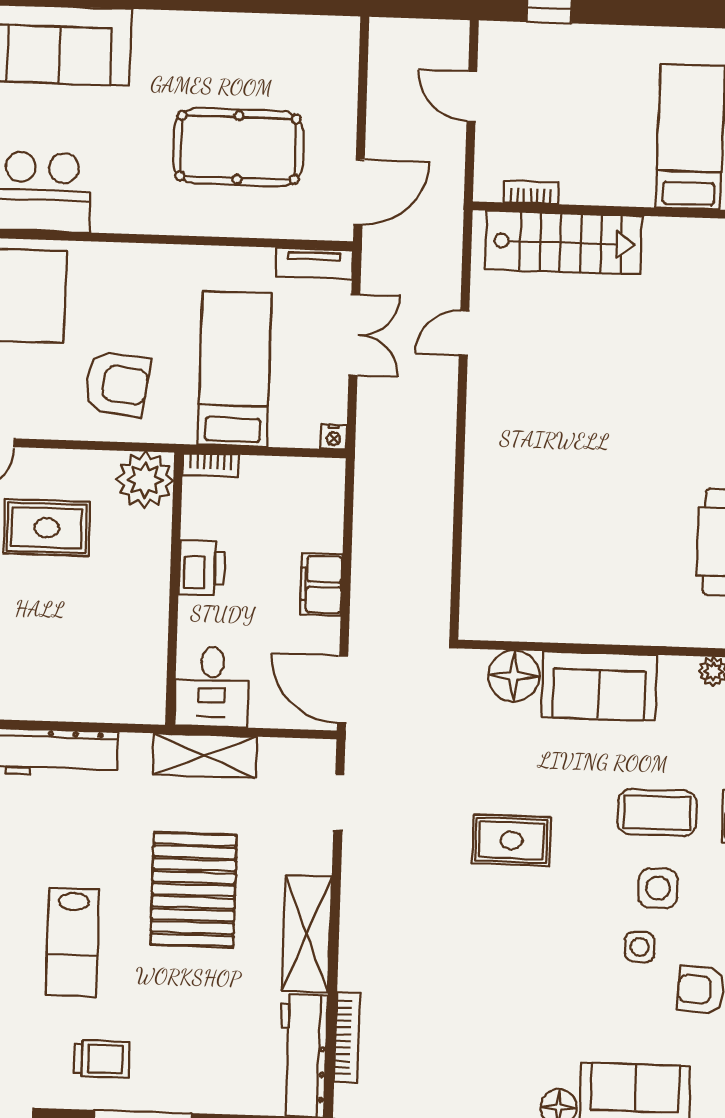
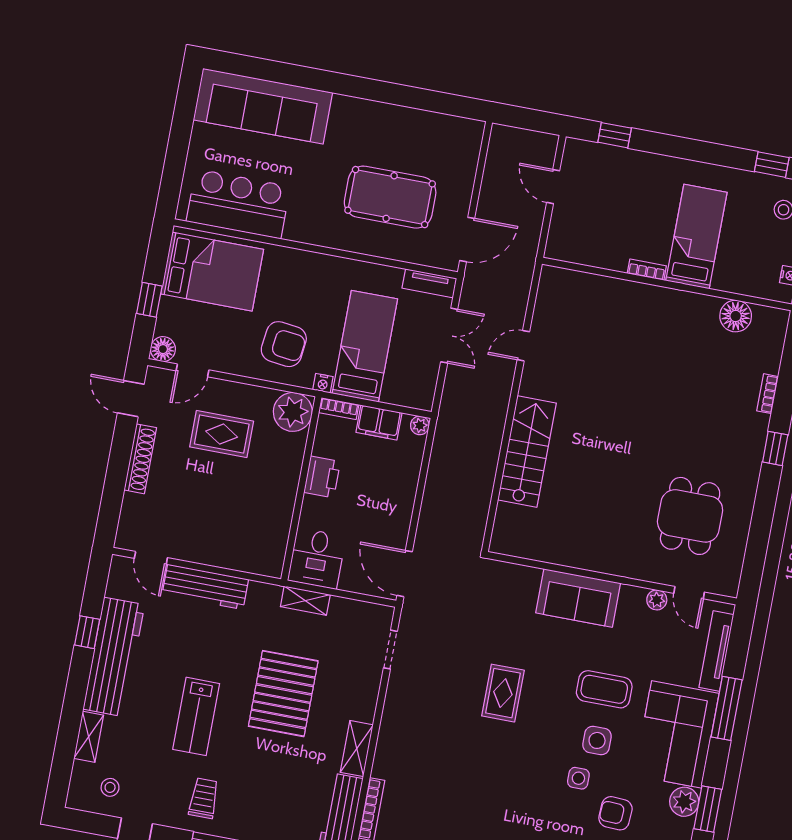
bookcase: (531, 193) -> (647, 270), moved
stairs: (564, 243) -> (527, 452), moved, turned -90
nightstand: (334, 437) -> (323, 383), moved
plant: (332, 471) -> (420, 425), added
filing cabinet: (321, 584) -> (379, 422), moved, turned -90
floor lamp: (514, 676) -> (522, 582), removed
shelving: (205, 756) -> (305, 601), width x0.67, depth x0.75
rug: (511, 840) -> (503, 693), turned 90
shelving: (307, 934) -> (357, 749), width x0.67, depth x0.75
trolley: (102, 1059) -> (204, 798), turned -90

